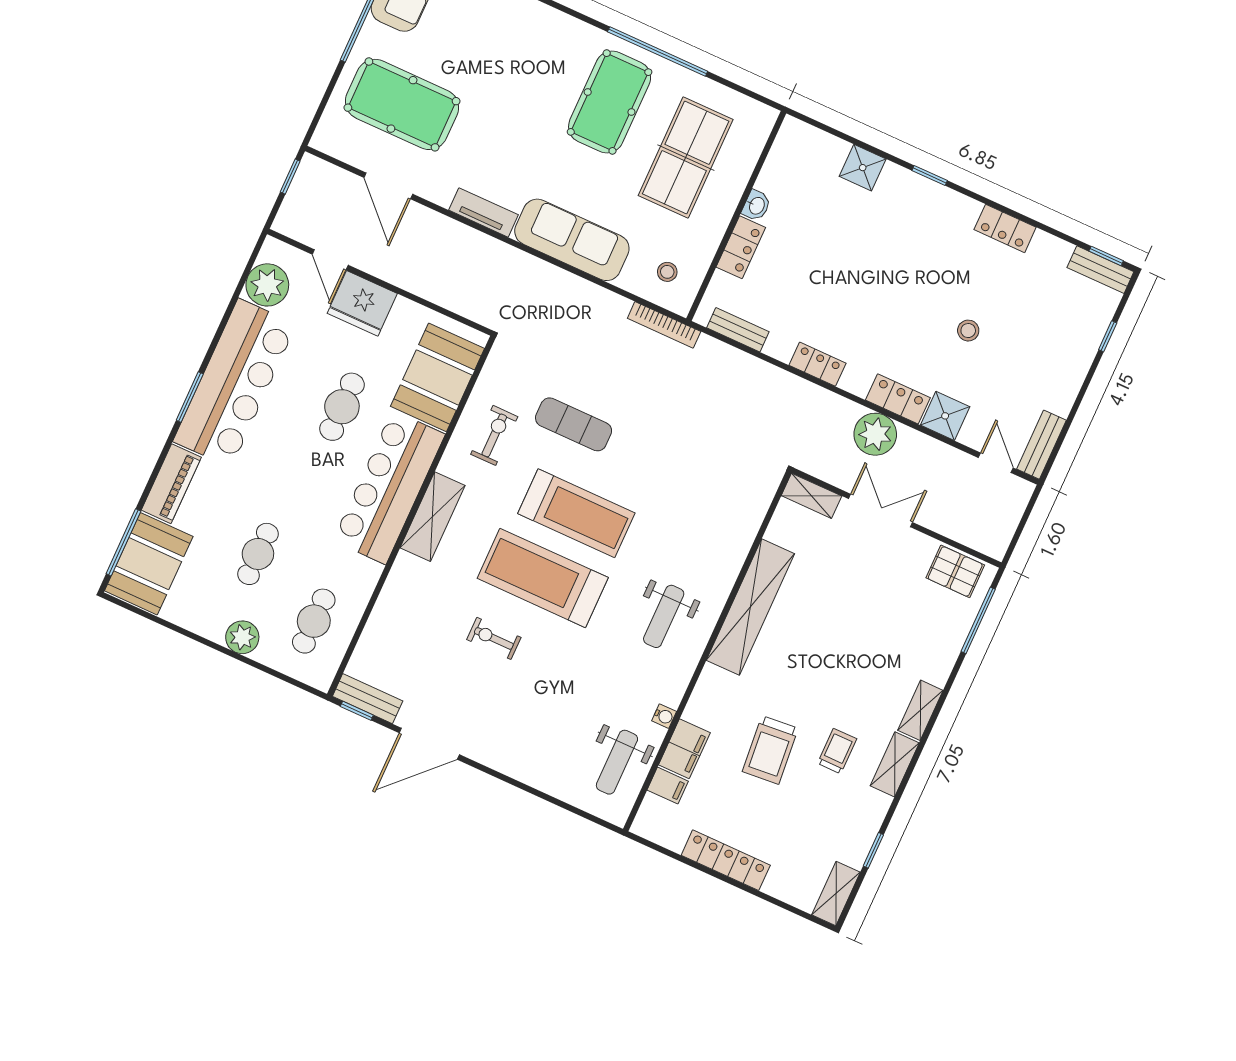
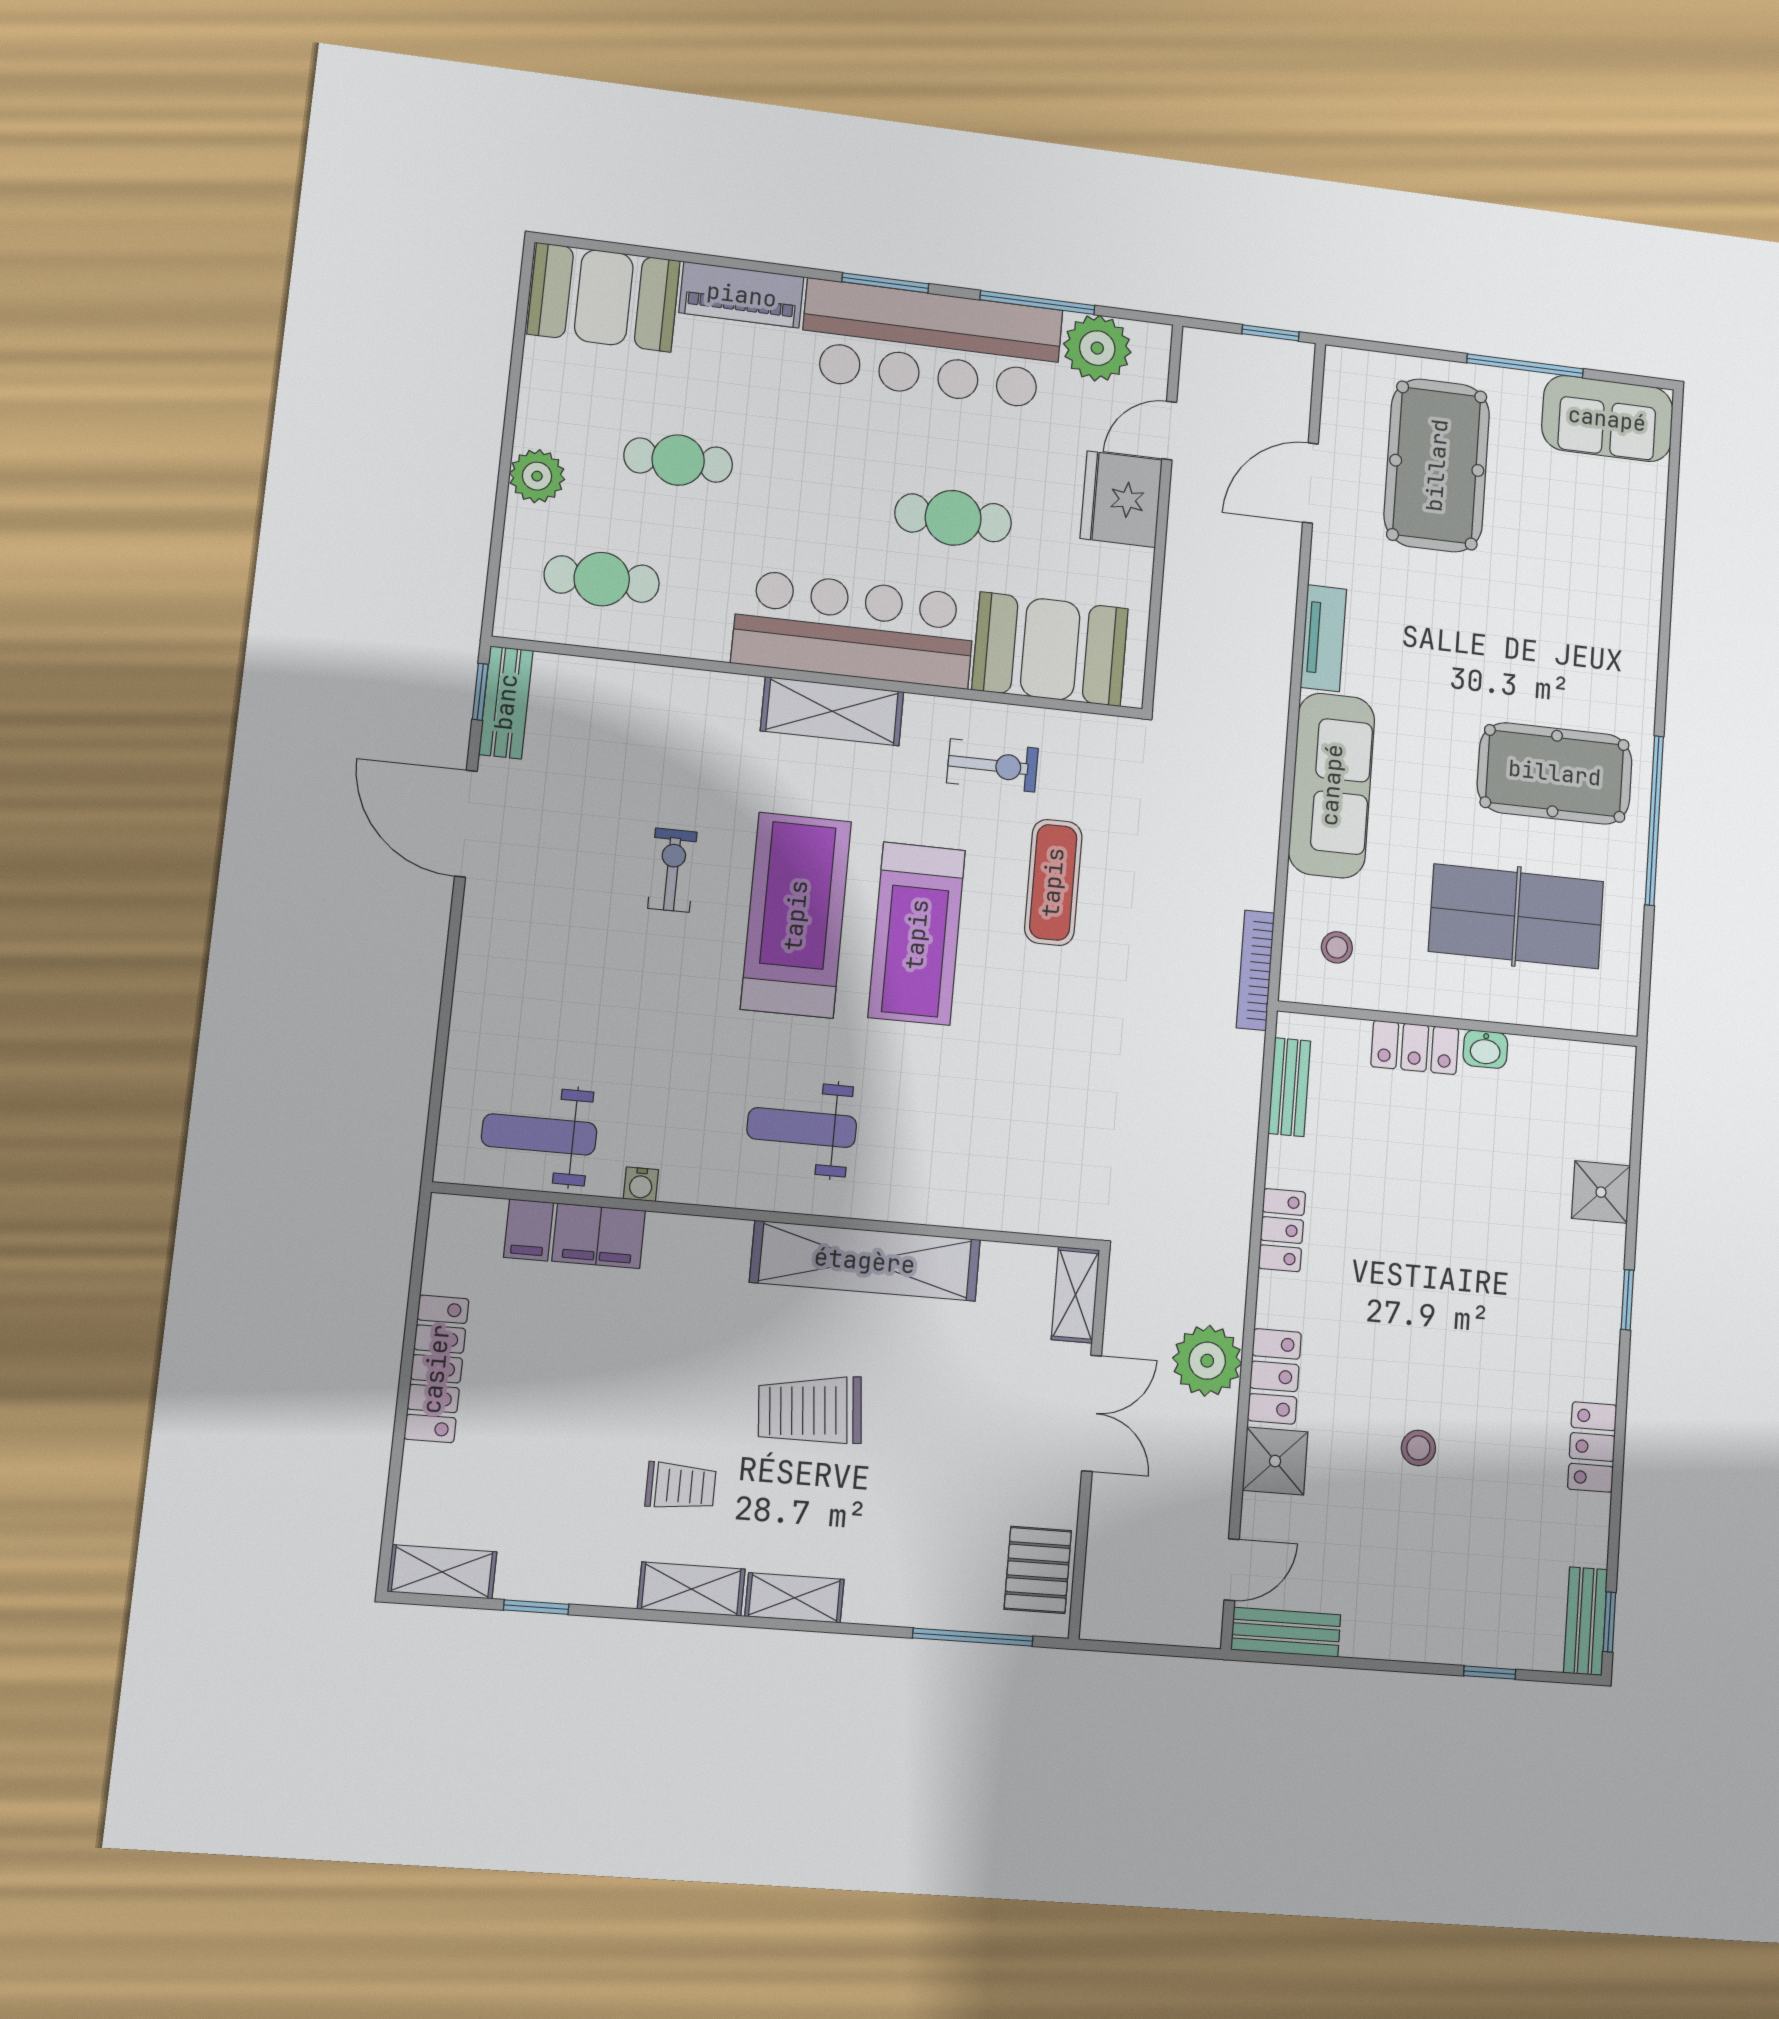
window: (123, 542) -> (1037, 303), moved
trolley: (770, 750) -> (810, 1411), moved

